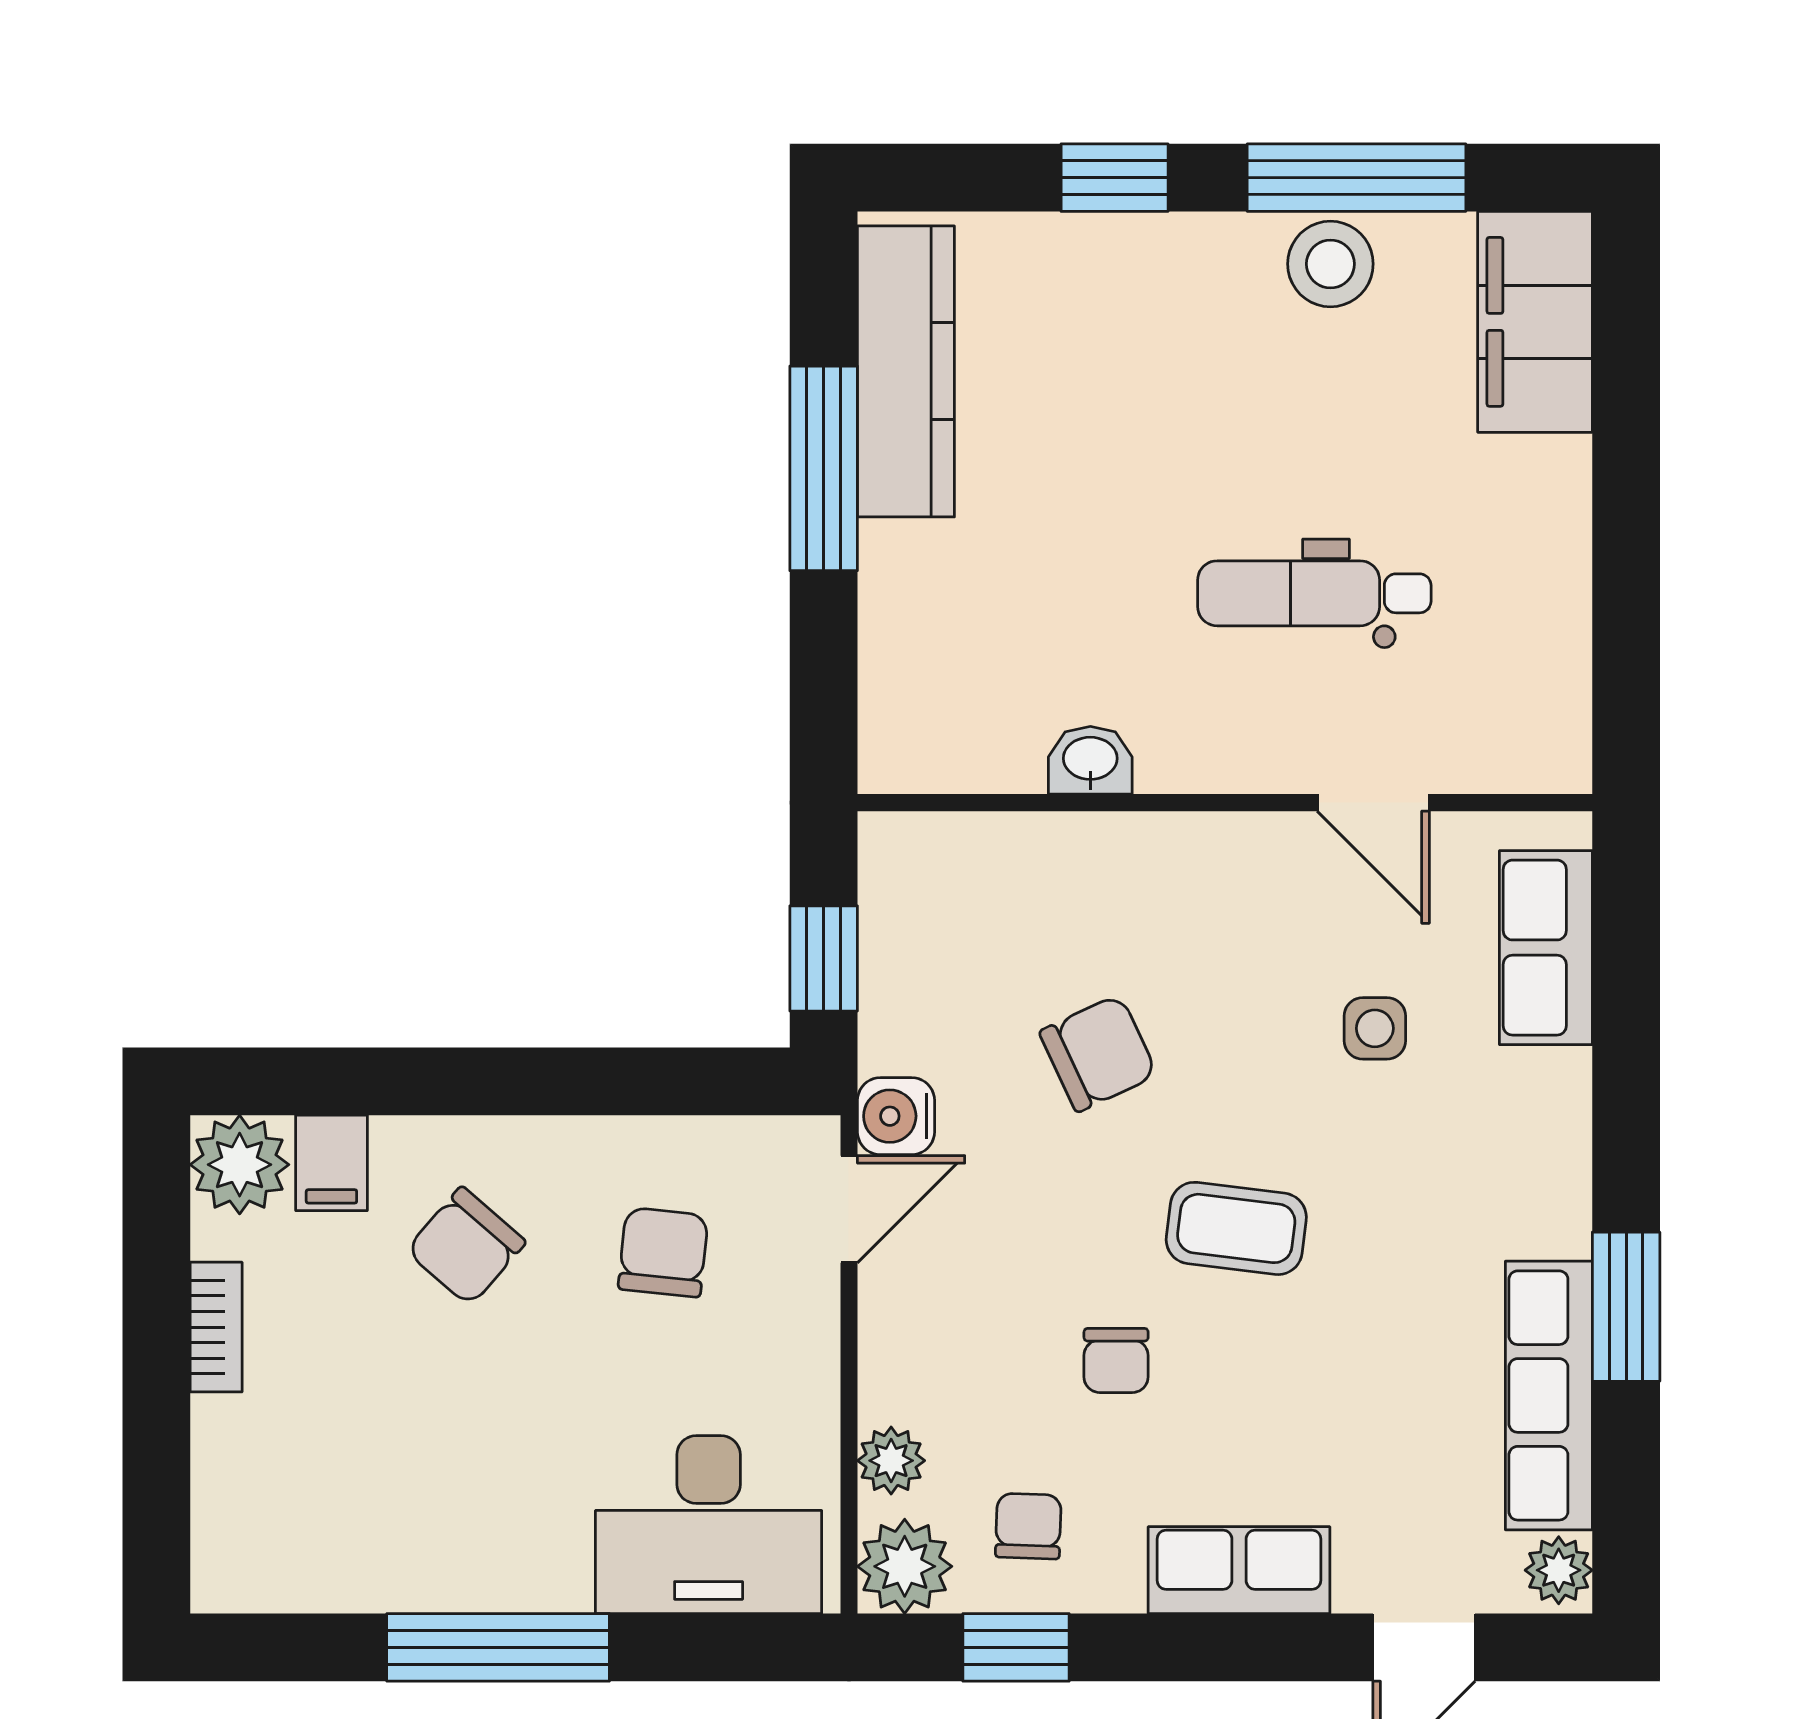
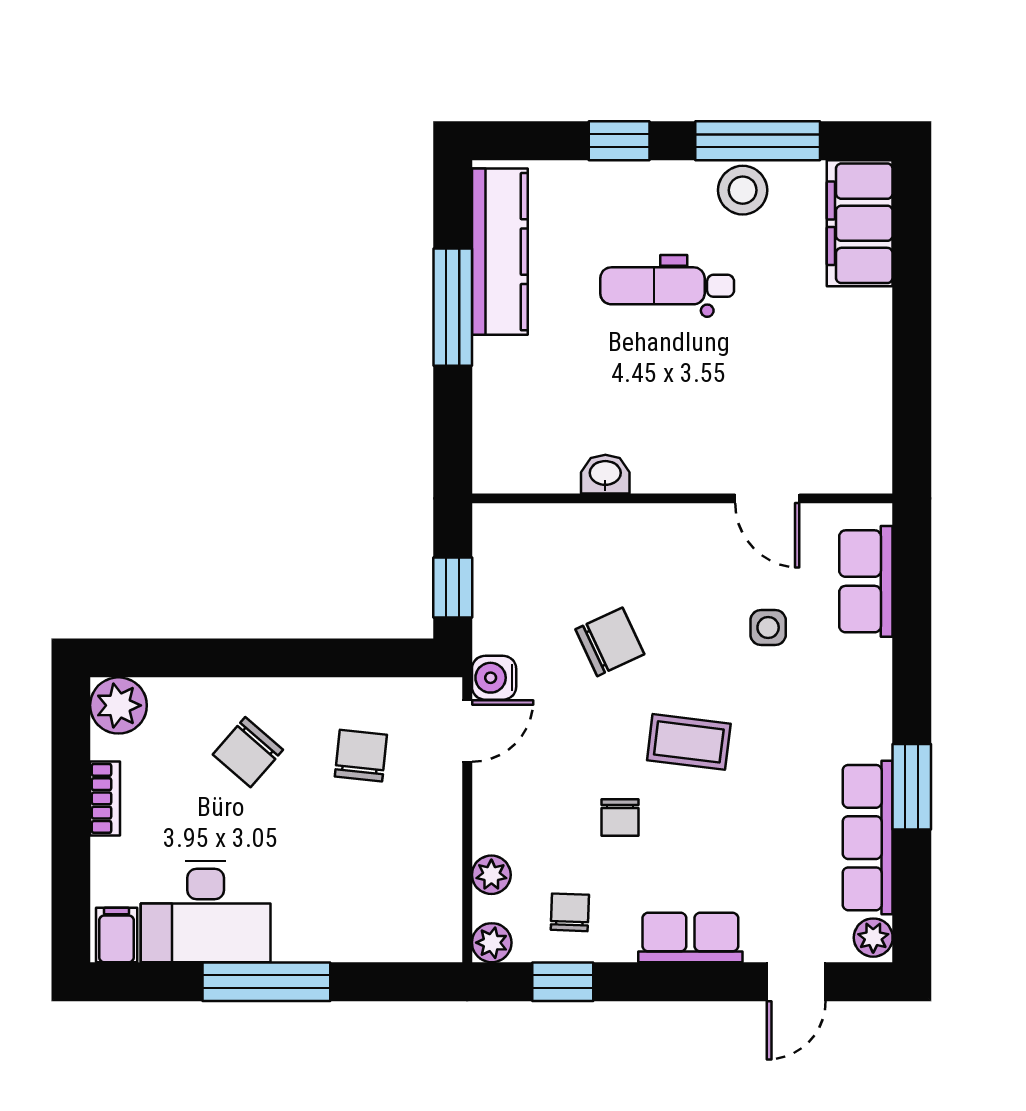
dental chair: (1314, 593) -> (667, 286), moved
filing cabinet: (331, 1163) -> (117, 935), moved, turned 180
desk: (709, 1525) -> (206, 911), moved
plant: (905, 1566) -> (492, 943), width x0.73, depth x0.73

